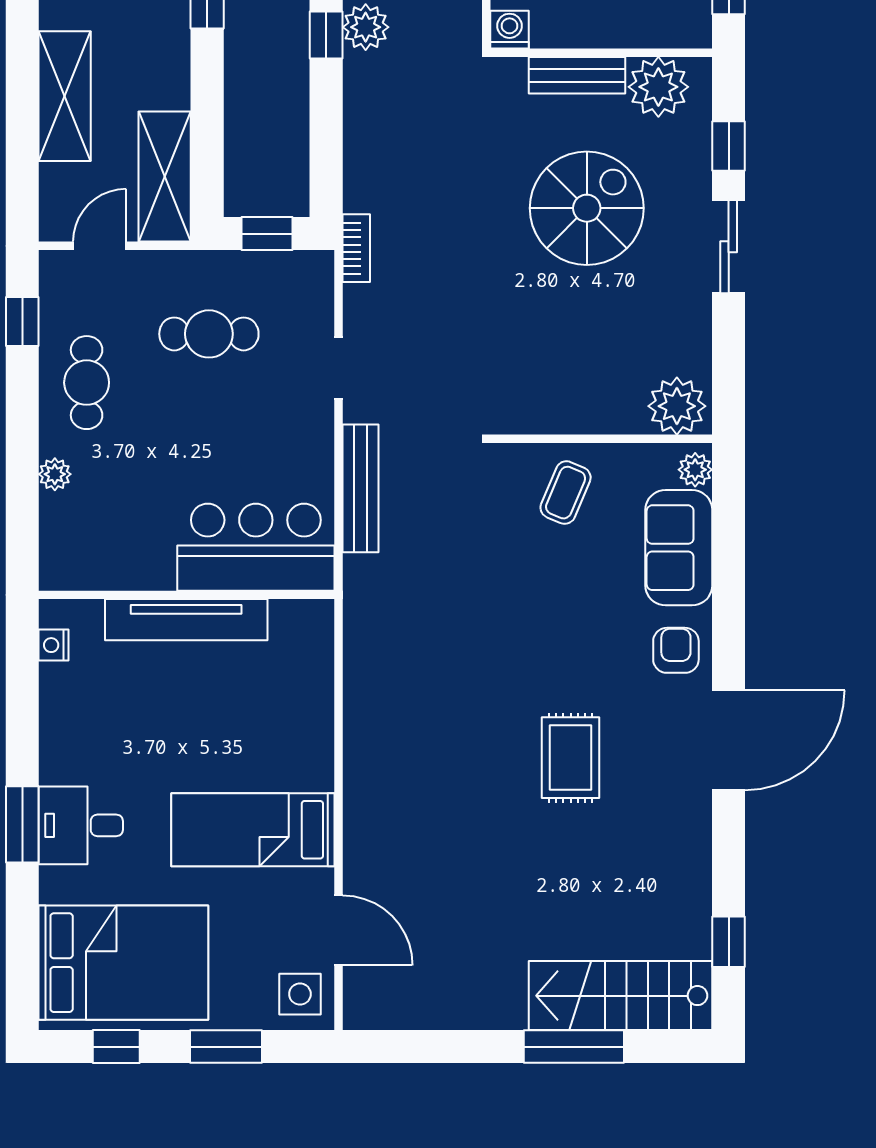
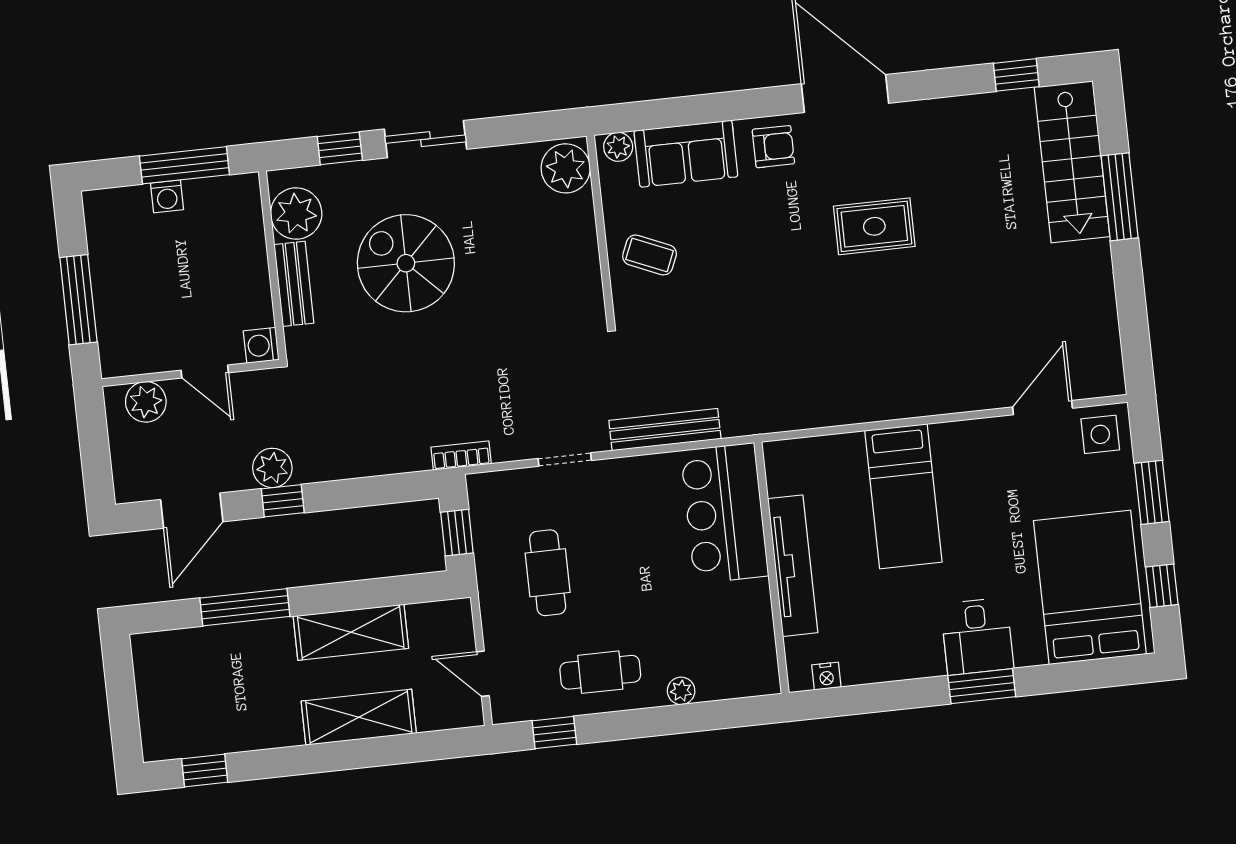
shelving: (165, 177) -> (351, 632), moved
armchair: (676, 650) -> (773, 147), turned 180
bed: (253, 830) -> (903, 496), moved

